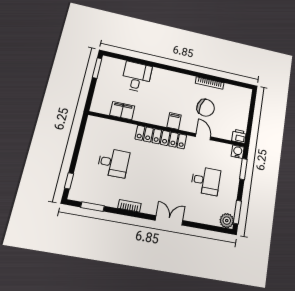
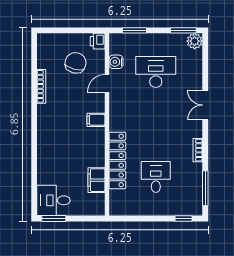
desk: (137, 77) -> (54, 200), moved
chair: (206, 108) -> (76, 63), moved
locker: (161, 137) -> (117, 160), moved
water cooler: (238, 152) -> (116, 62), moved
desk: (206, 181) -> (156, 72), width x1.37
window: (92, 207) -> (205, 188), width x1.44

